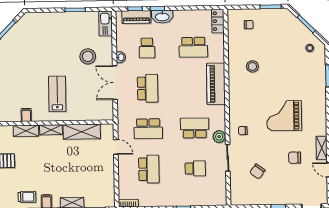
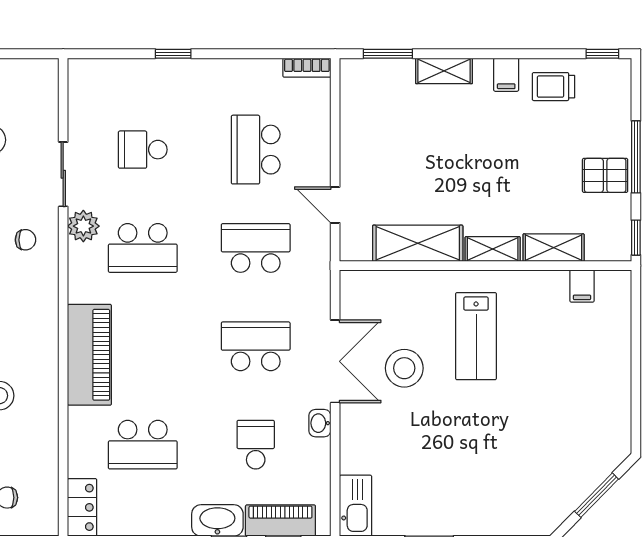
school desk: (193, 47) -> (143, 445), turned 180
stool: (88, 56) -> (404, 368), moved
school desk: (148, 88) -> (256, 346), turned 90
filing cabinet: (26, 115) -> (582, 286), moved

